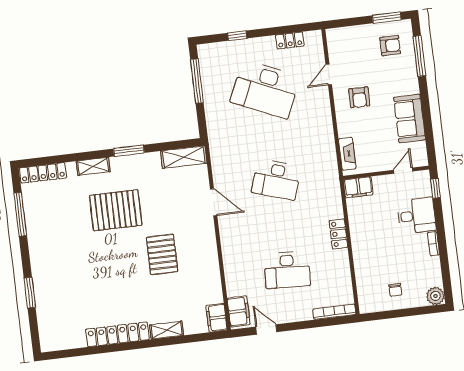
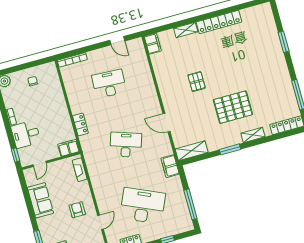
locker: (338, 234) -> (80, 124), moved
pallet: (162, 254) -> (197, 82), width x0.67, depth x0.71
filing cabinet: (239, 311) -> (170, 166), moved

